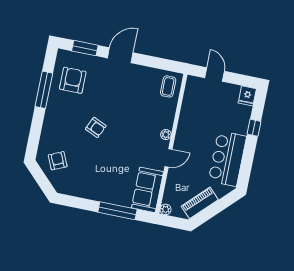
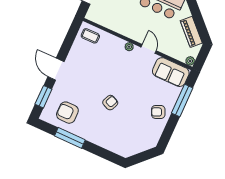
armchair: (58, 161) -> (158, 112), moved

